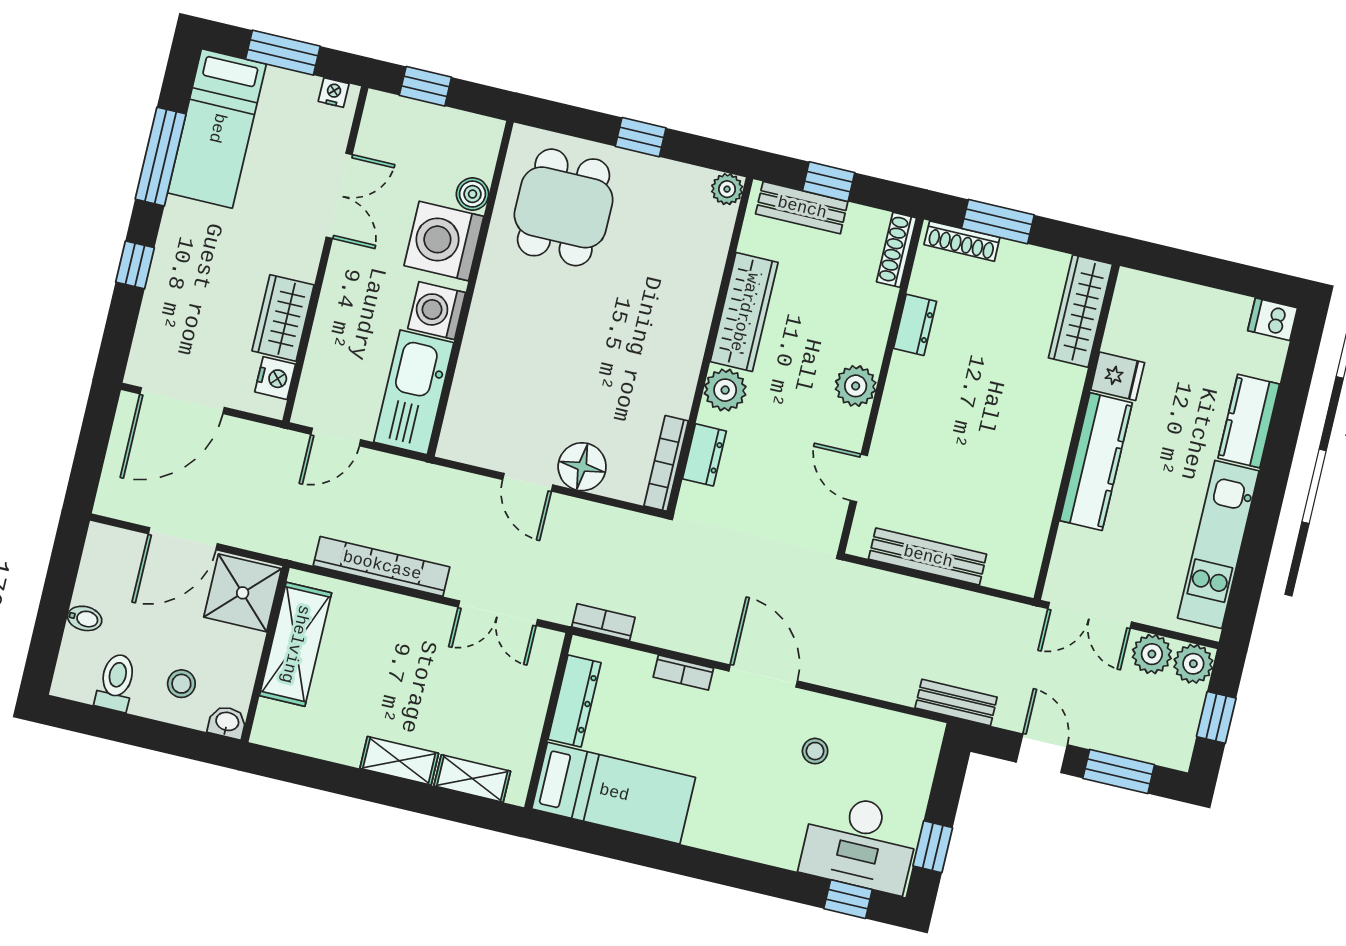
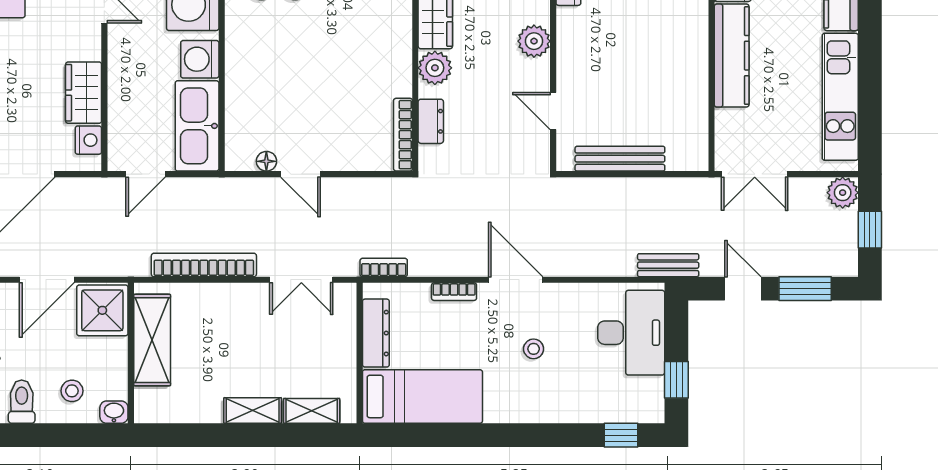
floor lamp: (582, 467) -> (266, 161), moved, width x0.53, depth x0.53
plant: (1152, 654) -> (809, 193), removed
stool: (815, 751) -> (534, 349), moved
desk: (860, 843) -> (631, 333), moved, turned -90

